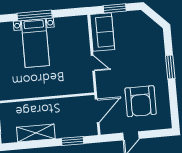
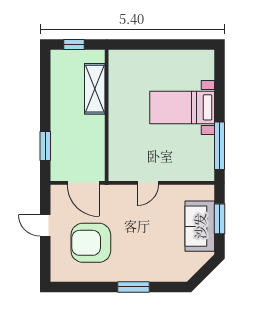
window: (35, 16) -> (219, 146), moved
sofa: (102, 32) -> (200, 226), moved, turned 90
shelving: (36, 133) -> (95, 89), moved

